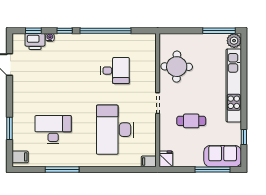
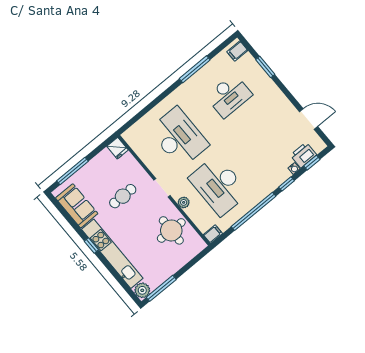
desk: (115, 71) -> (219, 185), width x1.87, depth x1.30
plant: (151, 79) -> (184, 202), added
window: (244, 137) -> (91, 246), moved
sofa: (223, 156) -> (77, 206), moved, turned -90
filing cabinet: (149, 161) -> (213, 234), moved

